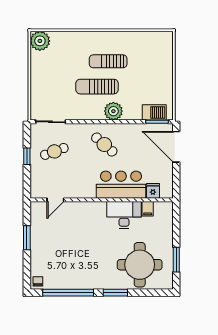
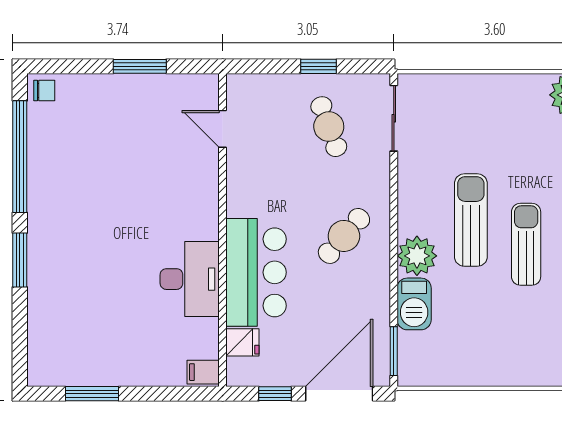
barbecue: (154, 112) -> (414, 304), moved
window: (176, 176) -> (275, 394), added
filing cabinet: (148, 209) -> (203, 372), moved
round table: (140, 265) -> (81, 313), removed

